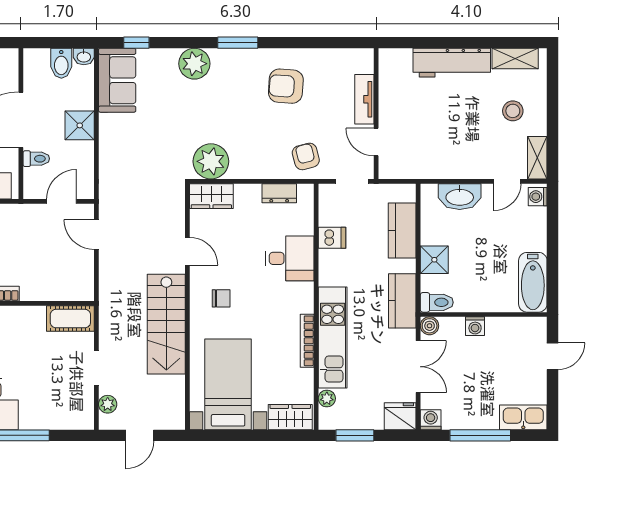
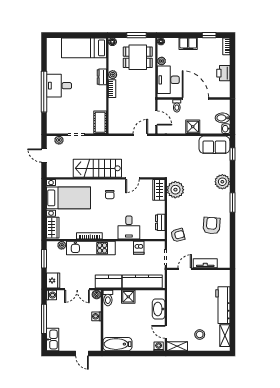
kitchen counter: (402, 230) -> (142, 281), width x1.50

